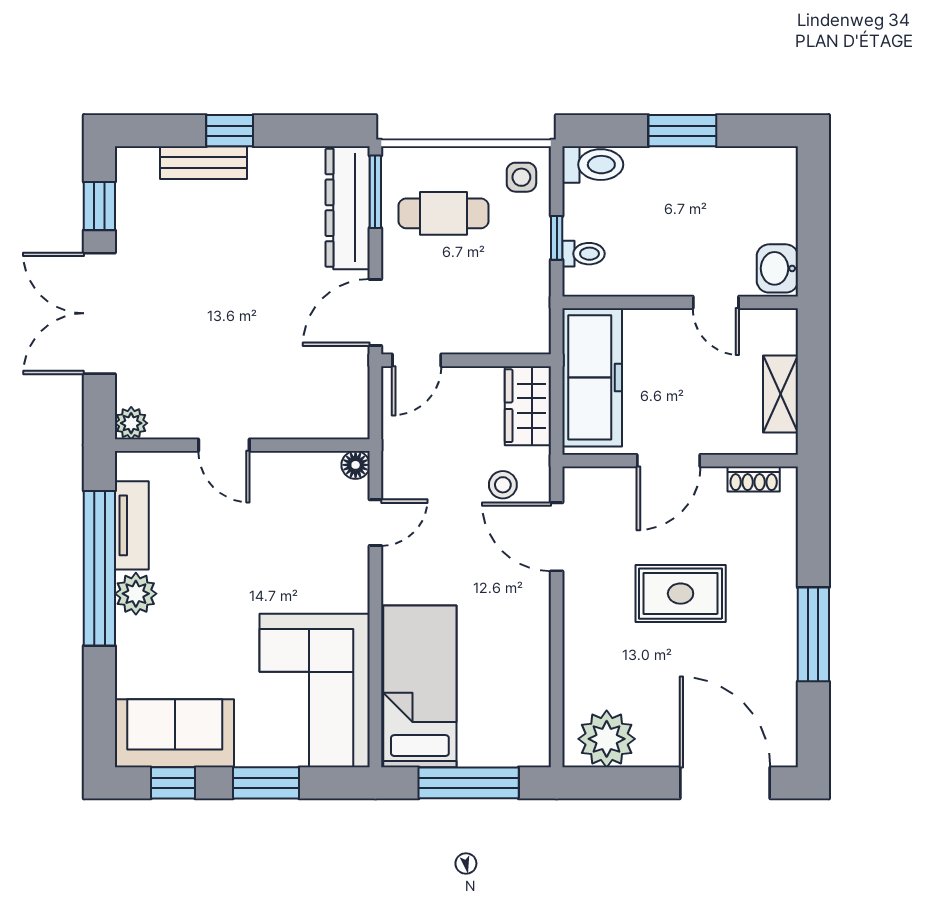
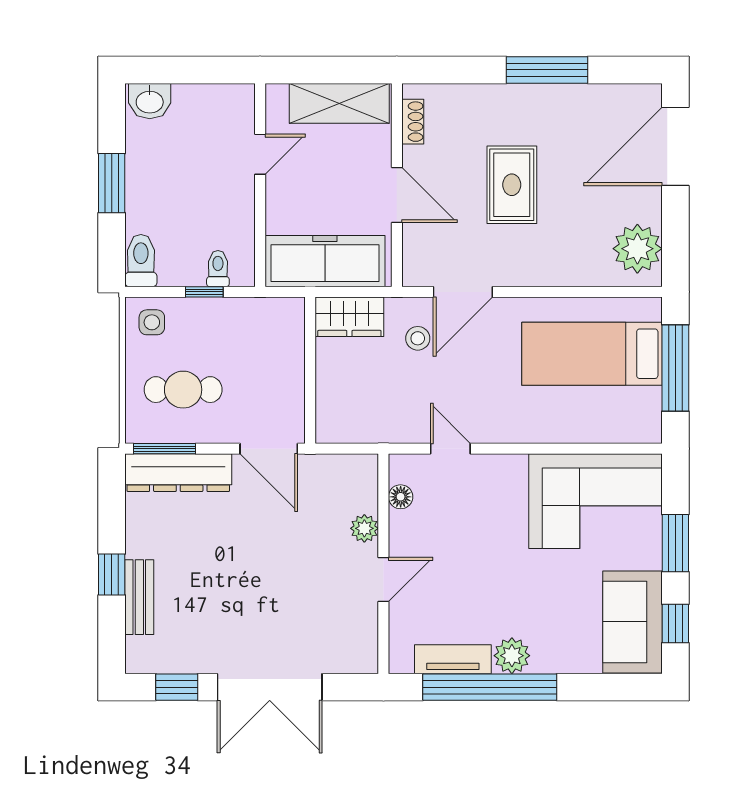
cafe table: (444, 213) -> (183, 390), turned 90
washbasin: (777, 268) -> (150, 101), moved
door: (417, 360) -> (310, 413), removed
shelving: (781, 394) -> (339, 103), width x1.50, depth x1.33
plant: (131, 423) -> (364, 528), moved
floor lamp: (356, 465) -> (401, 497), moved
bed: (420, 686) -> (592, 354), moved

